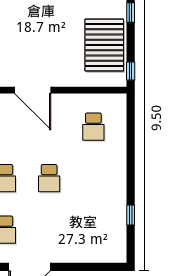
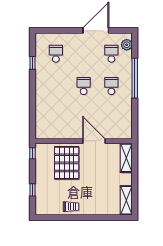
pallet: (104, 45) -> (67, 163), moved
school desk: (93, 127) -> (56, 54), moved

